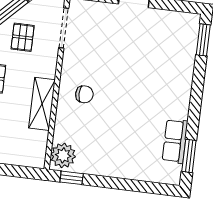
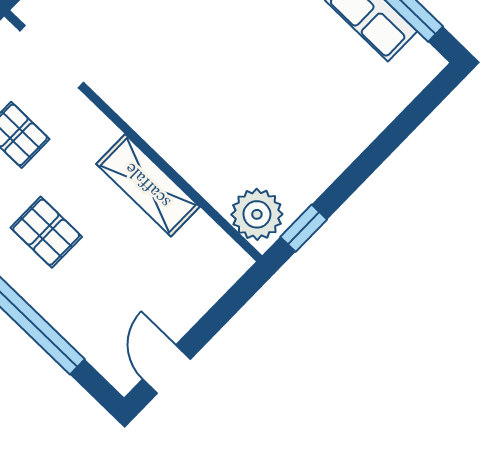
chair: (84, 94) -> (184, 105), removed

